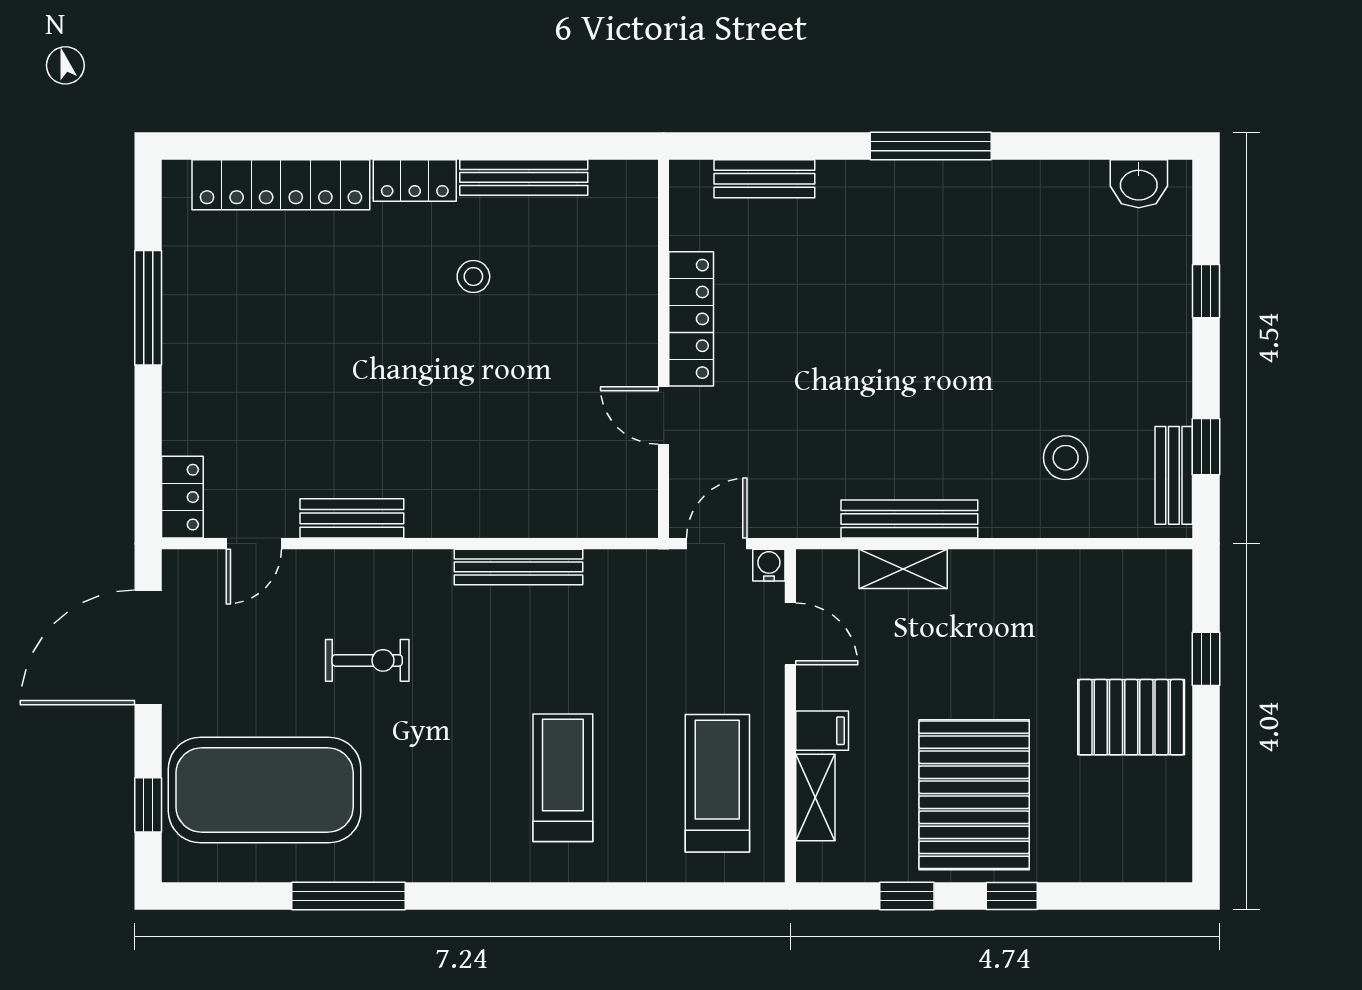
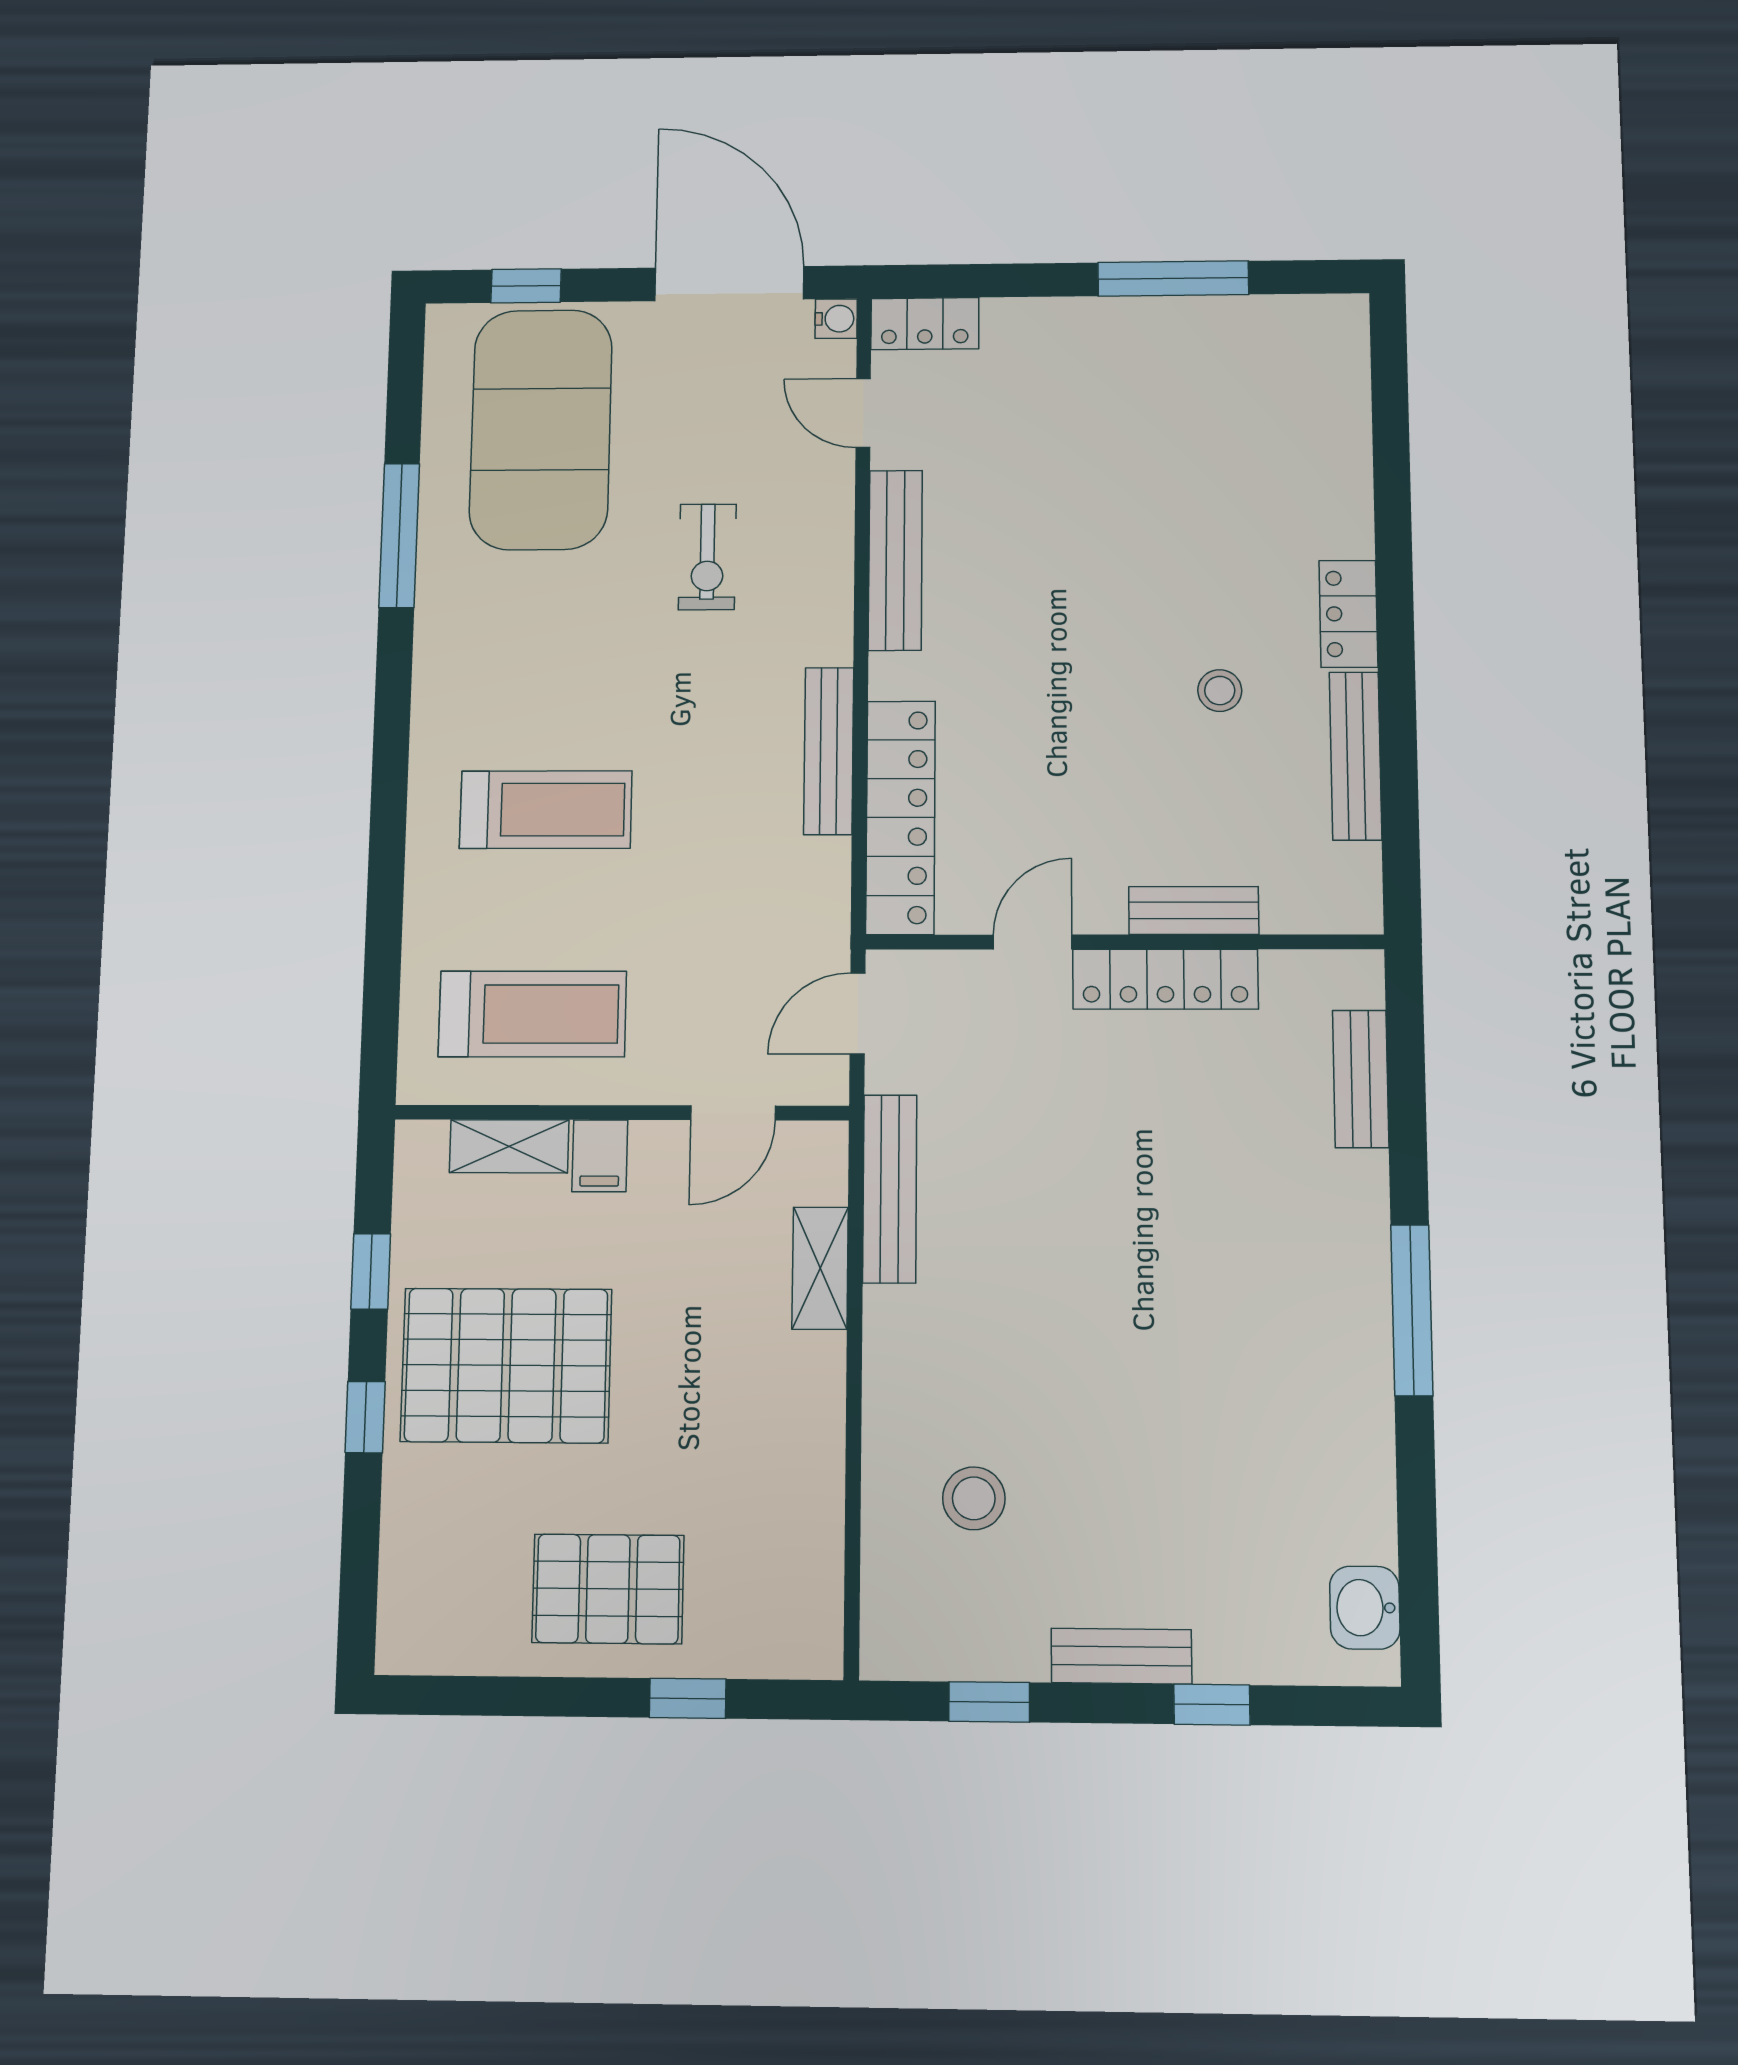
locker: (281, 185) -> (901, 817), moved, turned 180
bench: (640, 298) -> (1194, 911), added
bench: (1174, 475) -> (1121, 1656), moved
bench: (352, 518) -> (895, 560), width x1.36
bench: (909, 519) -> (890, 1189), moved
door: (717, 544) -> (858, 1013), swing flipped
water cooler: (769, 565) -> (836, 319), moved
pallet: (1131, 717) -> (608, 1589), turned 90

